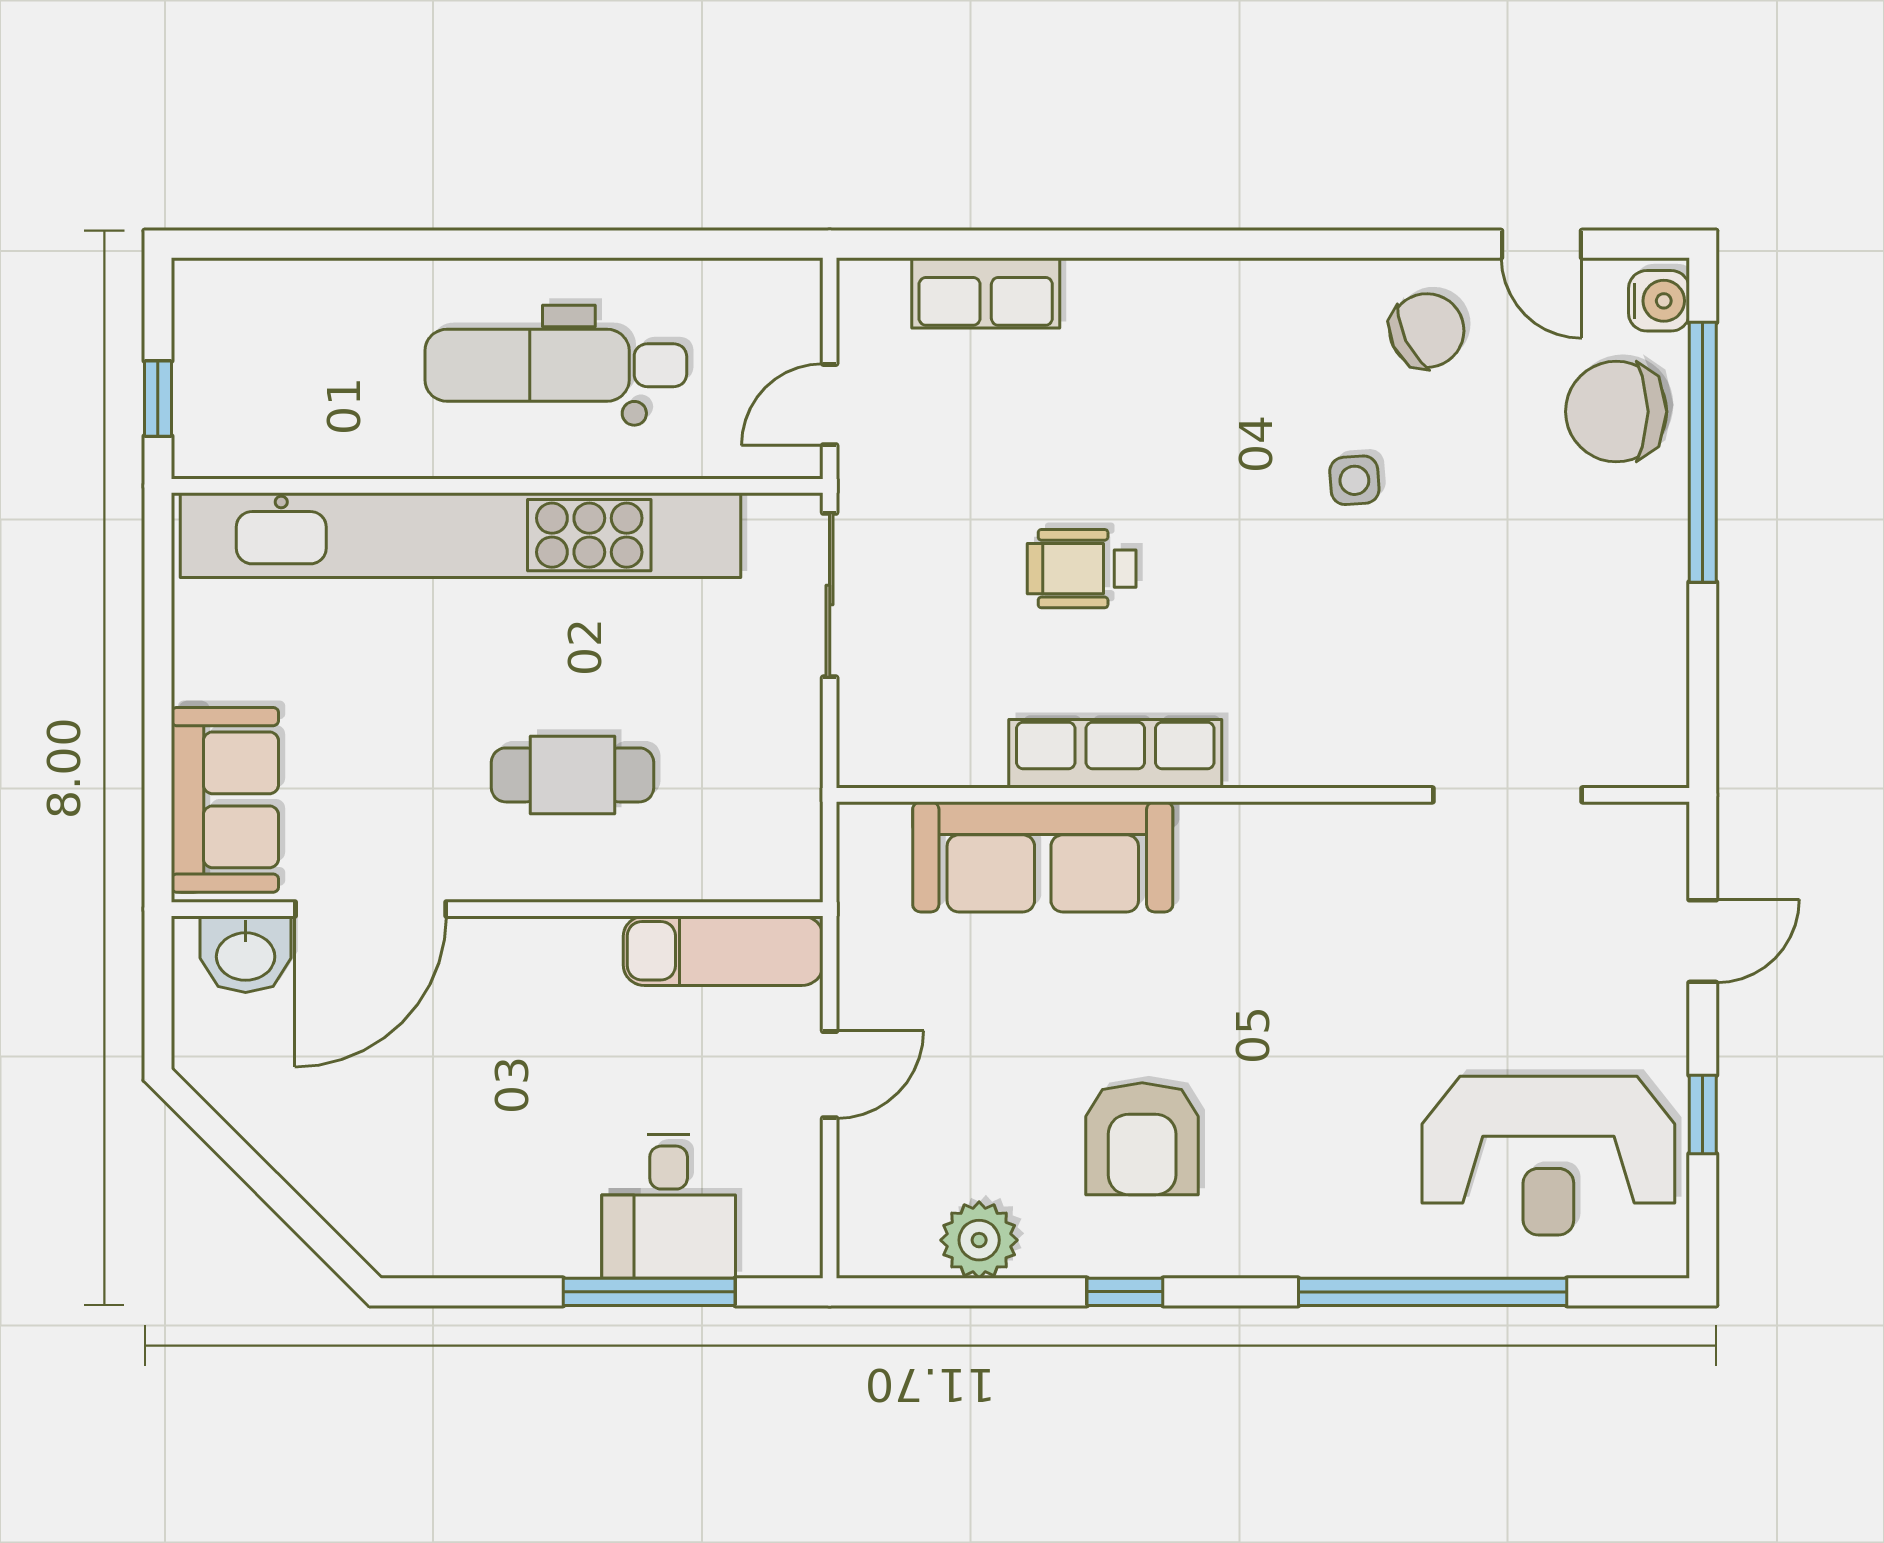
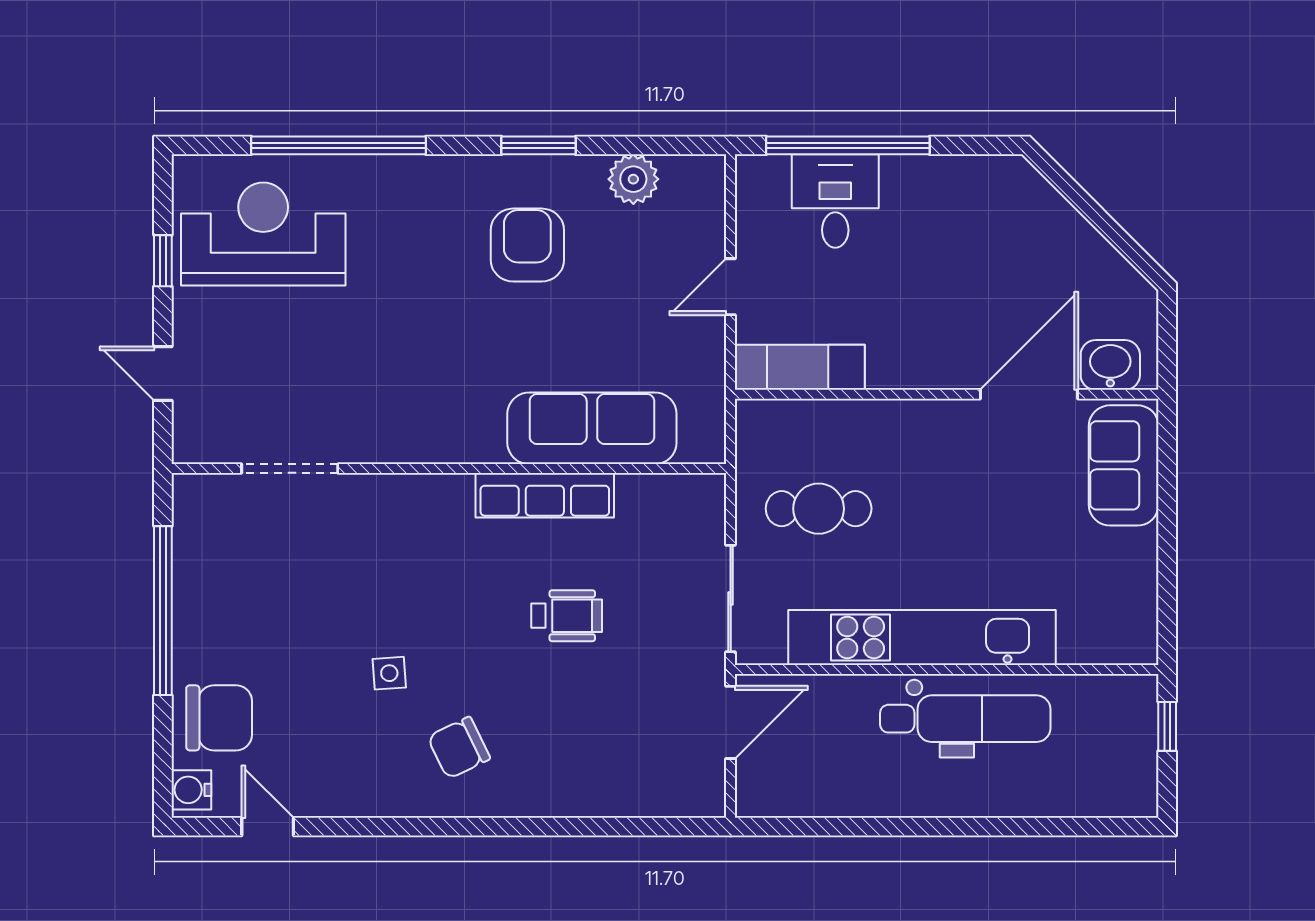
row of seats: (986, 293) -> (629, 795), removed
chair: (1427, 331) -> (459, 748), moved
dental chair: (556, 365) -> (965, 719), moved
door: (830, 405) -> (731, 722), width x1.38
window: (1703, 452) -> (163, 611), moved
kitchen unit: (460, 535) -> (922, 638), width x0.73
cafe table: (573, 775) -> (819, 509), moved
door: (1703, 941) -> (163, 374), hinge flipped
window: (649, 1292) -> (848, 145), width x1.46
window: (1125, 1292) -> (539, 145), width x1.50

